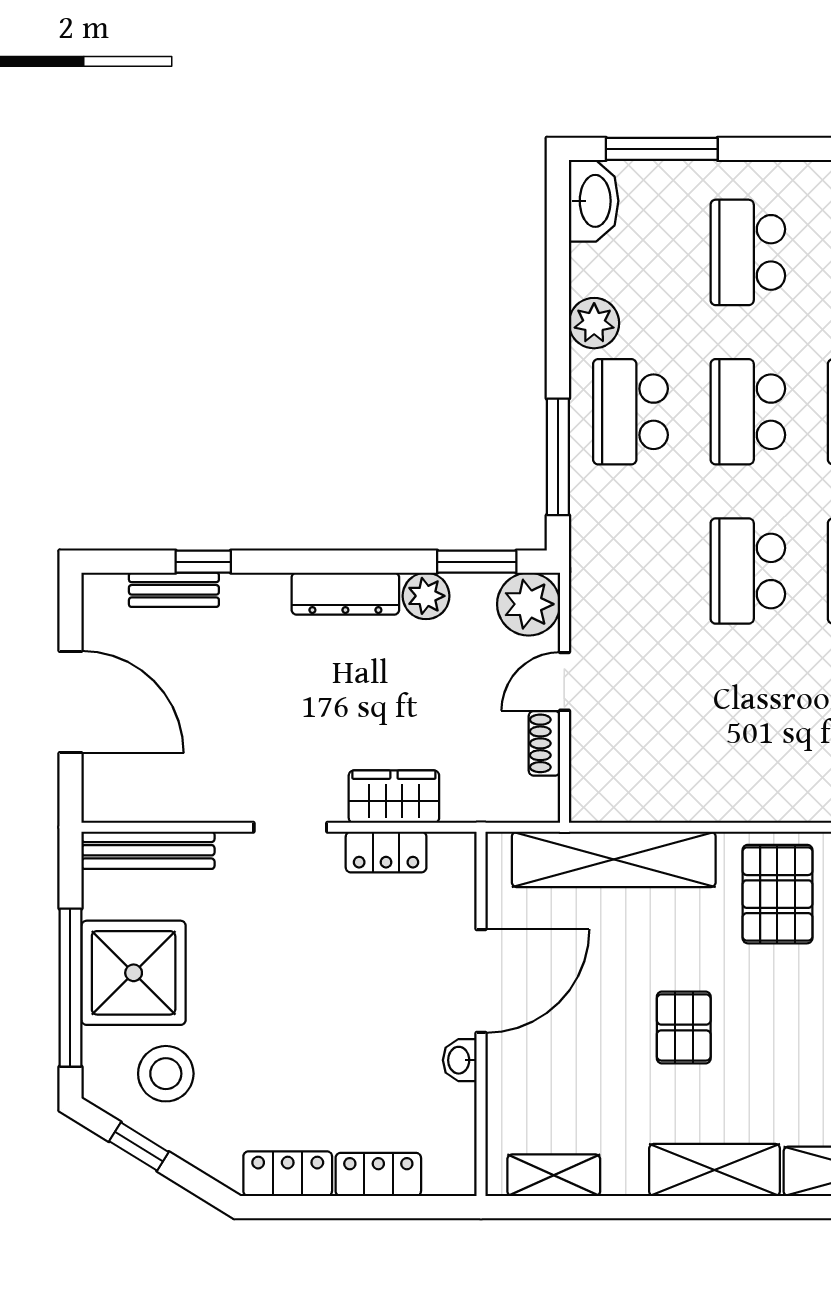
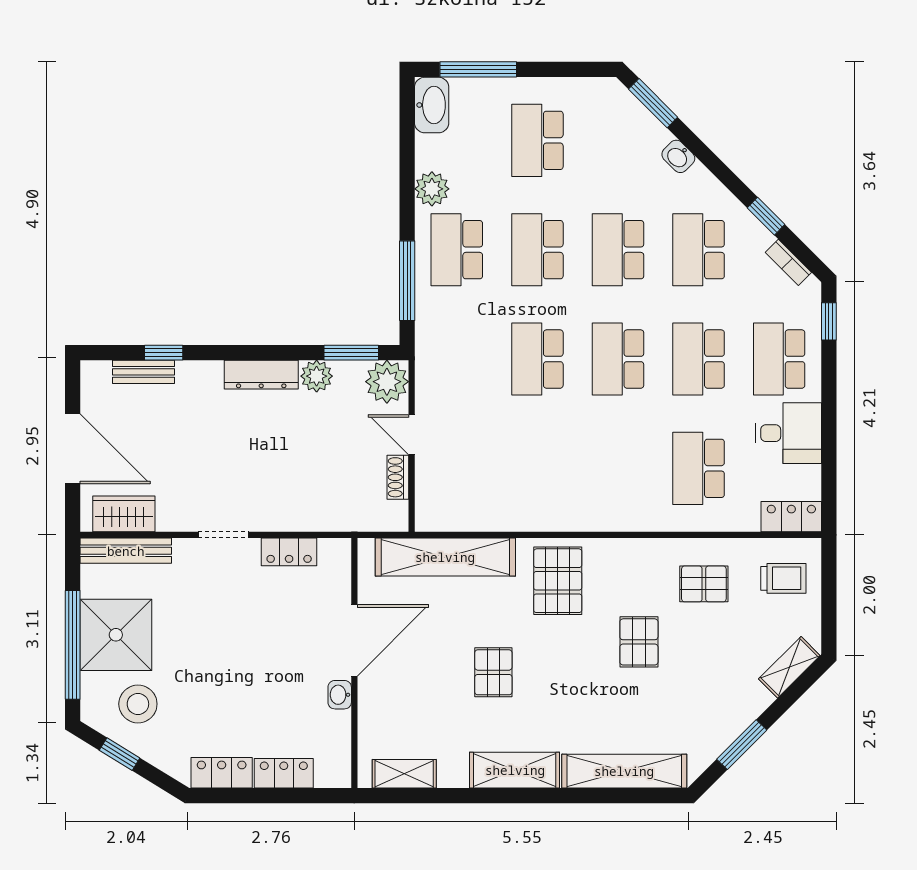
door: (564, 681) -> (412, 435), hinge flipped
wardrobe: (394, 797) -> (124, 514), moved

